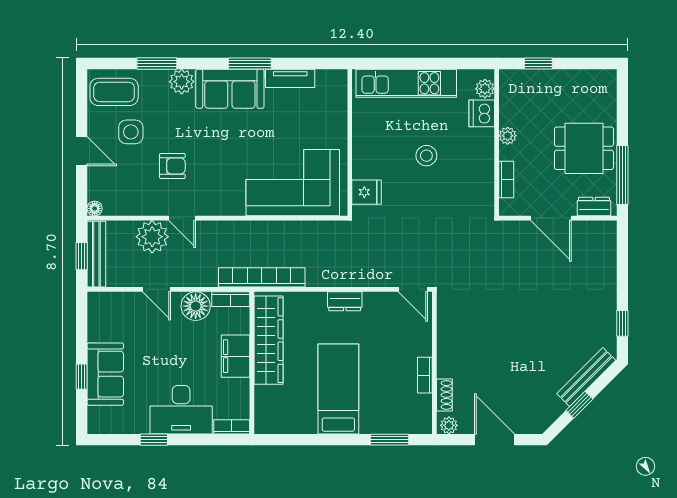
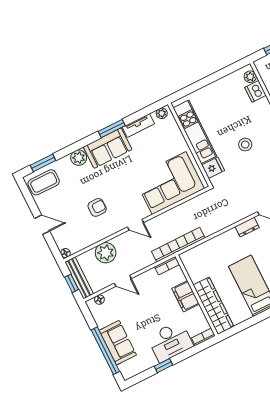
window: (157, 63) -> (43, 163), moved
plant: (332, 78) -> (162, 113), added
kitchen unit: (406, 83) -> (195, 132), moved, turned -90
side table: (131, 132) -> (64, 200), removed
stool: (426, 156) -> (245, 145), moved
door: (182, 218) -> (135, 225), moved
dresser: (345, 301) -> (247, 227), moved
floor lamp: (196, 306) -> (99, 300), moved, width x0.53, depth x0.53
wardrobe: (268, 340) -> (213, 306), moved
window: (82, 377) -> (105, 351), width x3.17

